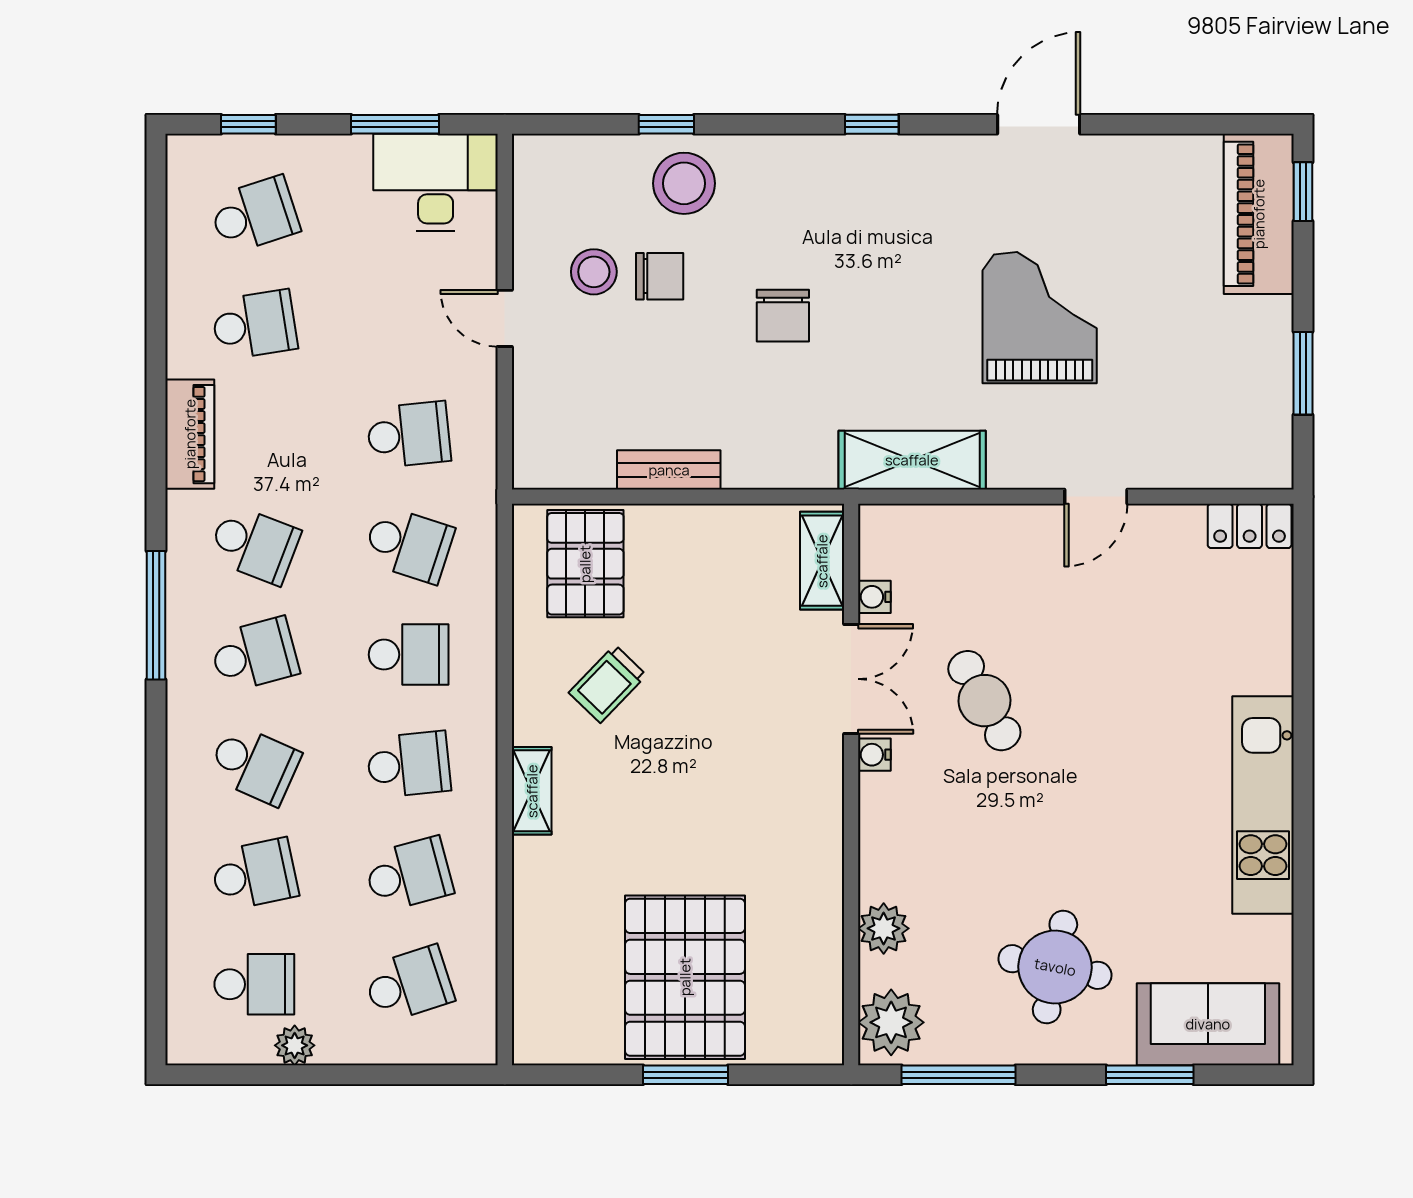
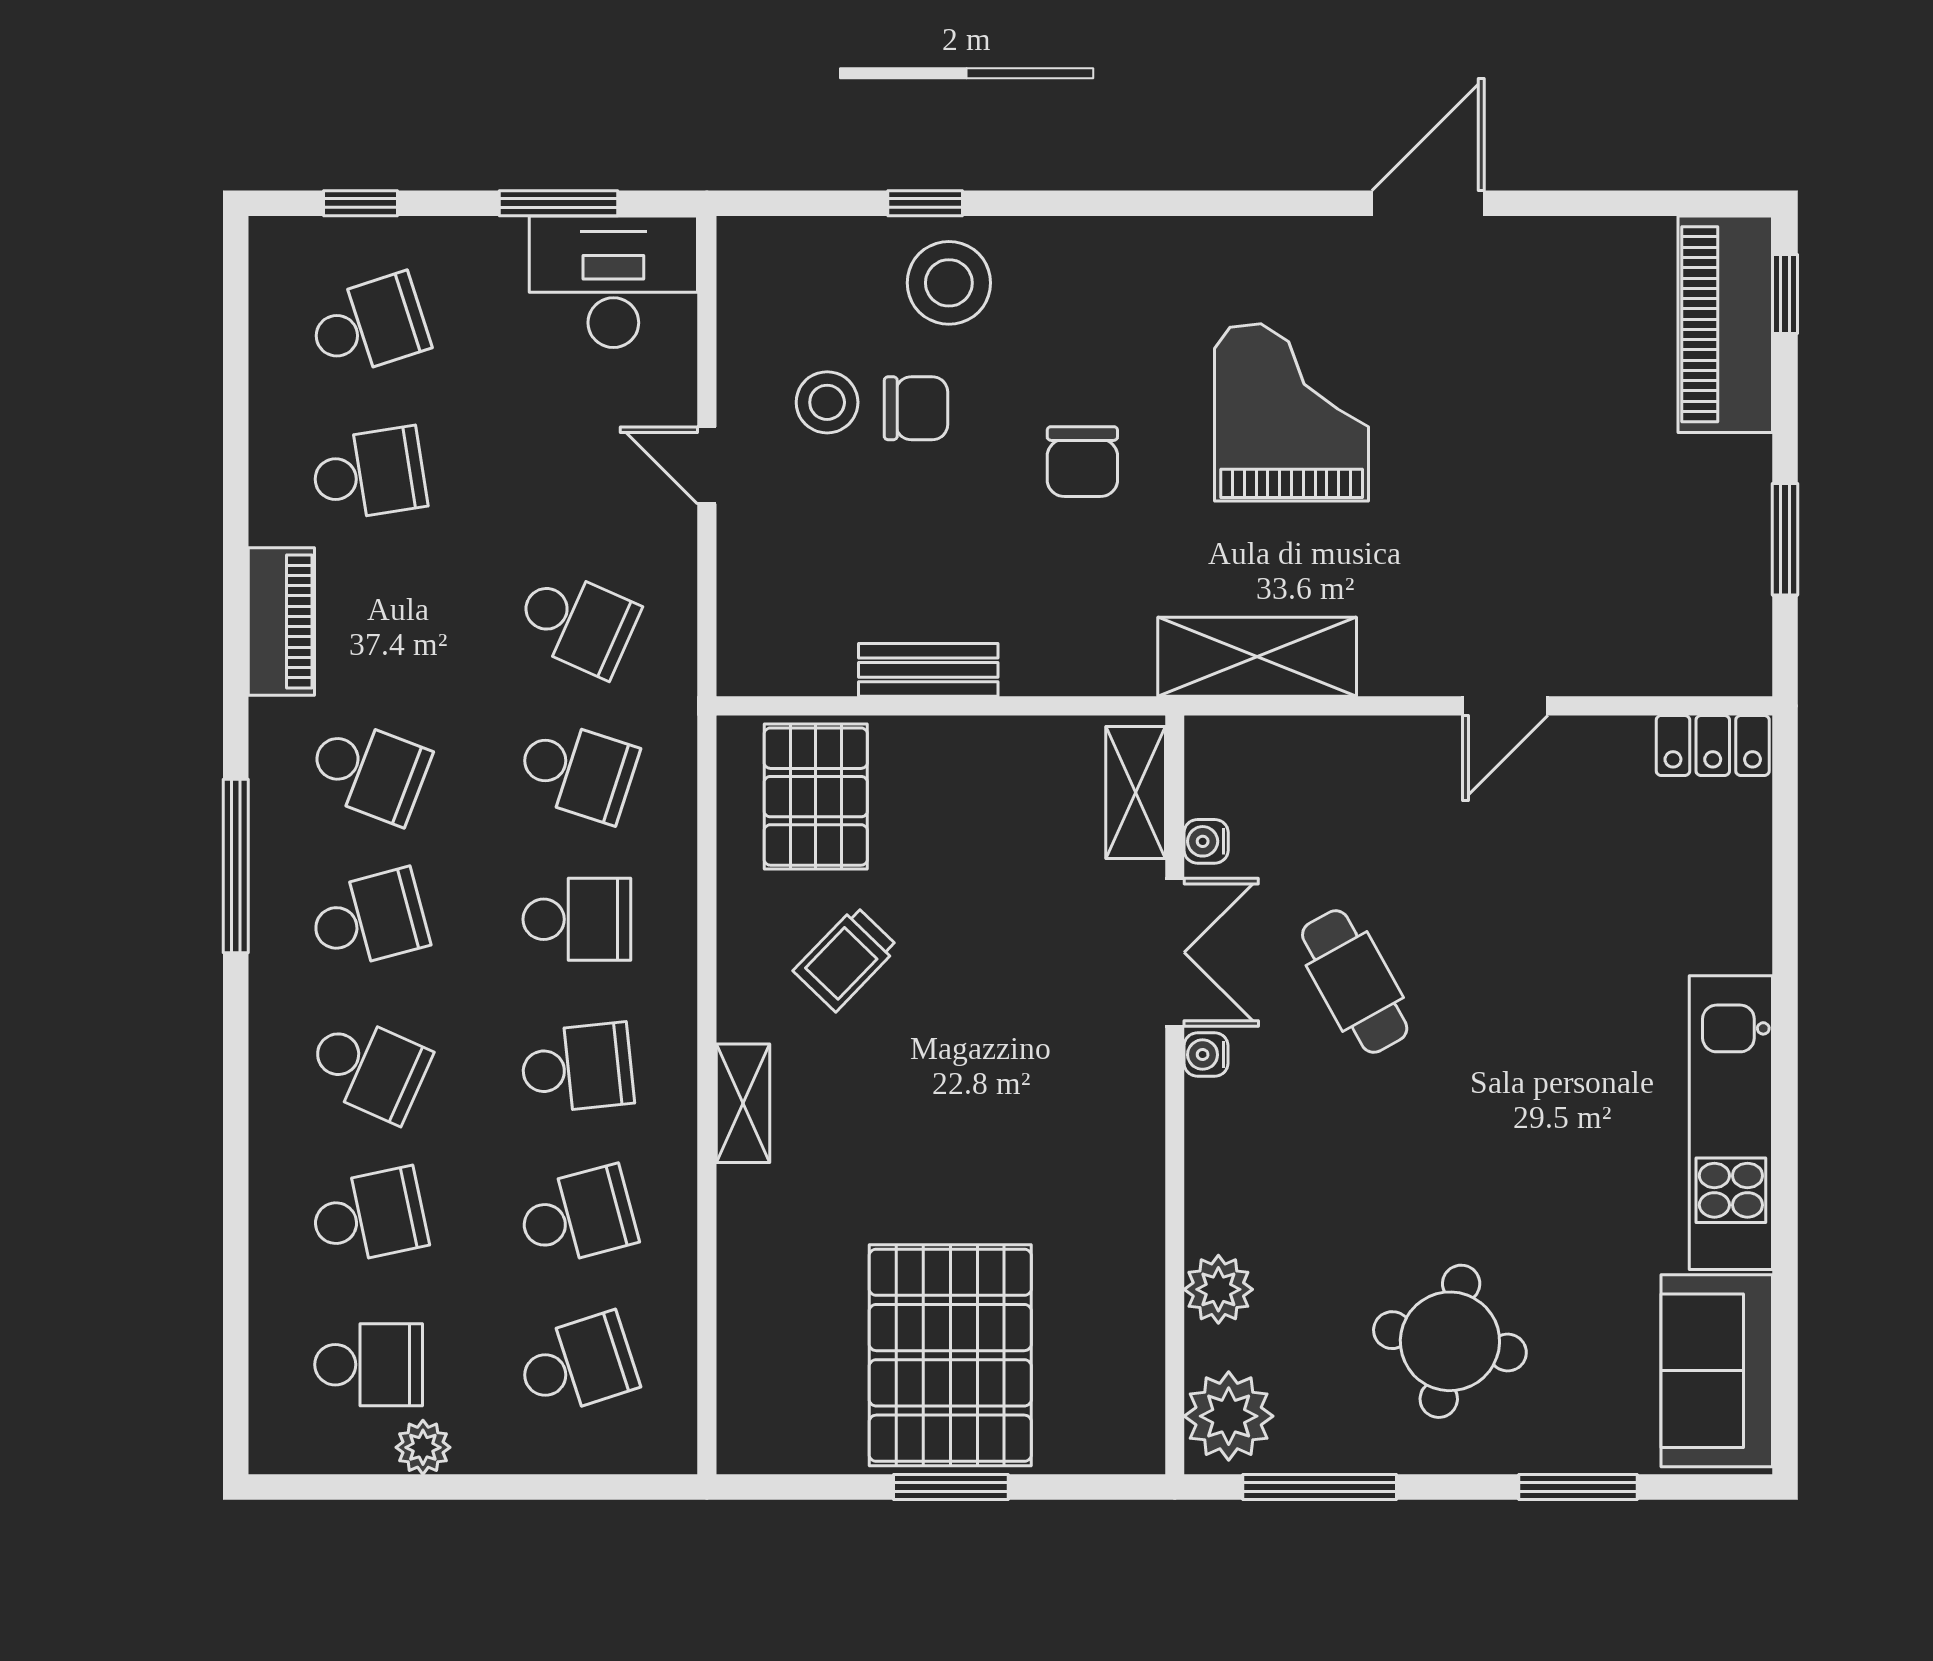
window: (872, 124) -> (1203, 203), removed
grand piano: (1040, 318) -> (1292, 412), moved
school desk: (409, 435) -> (577, 622), turned 30
sofa: (1208, 1024) -> (1717, 1371), moved, turned -90

